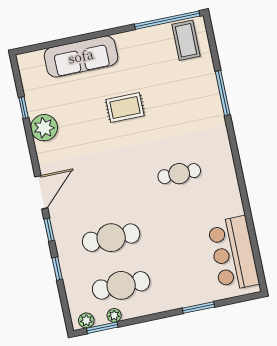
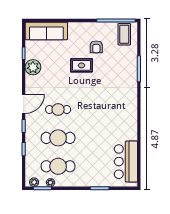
sofa: (81, 56) -> (46, 31), moved
armchair: (143, 71) -> (96, 47), added
cafe table: (179, 174) -> (58, 109), moved

